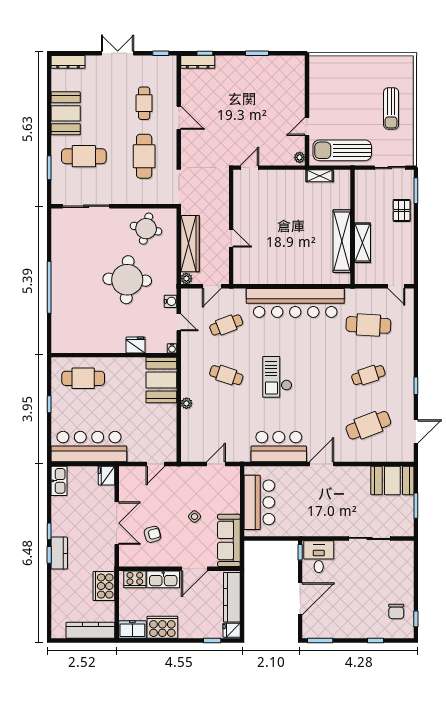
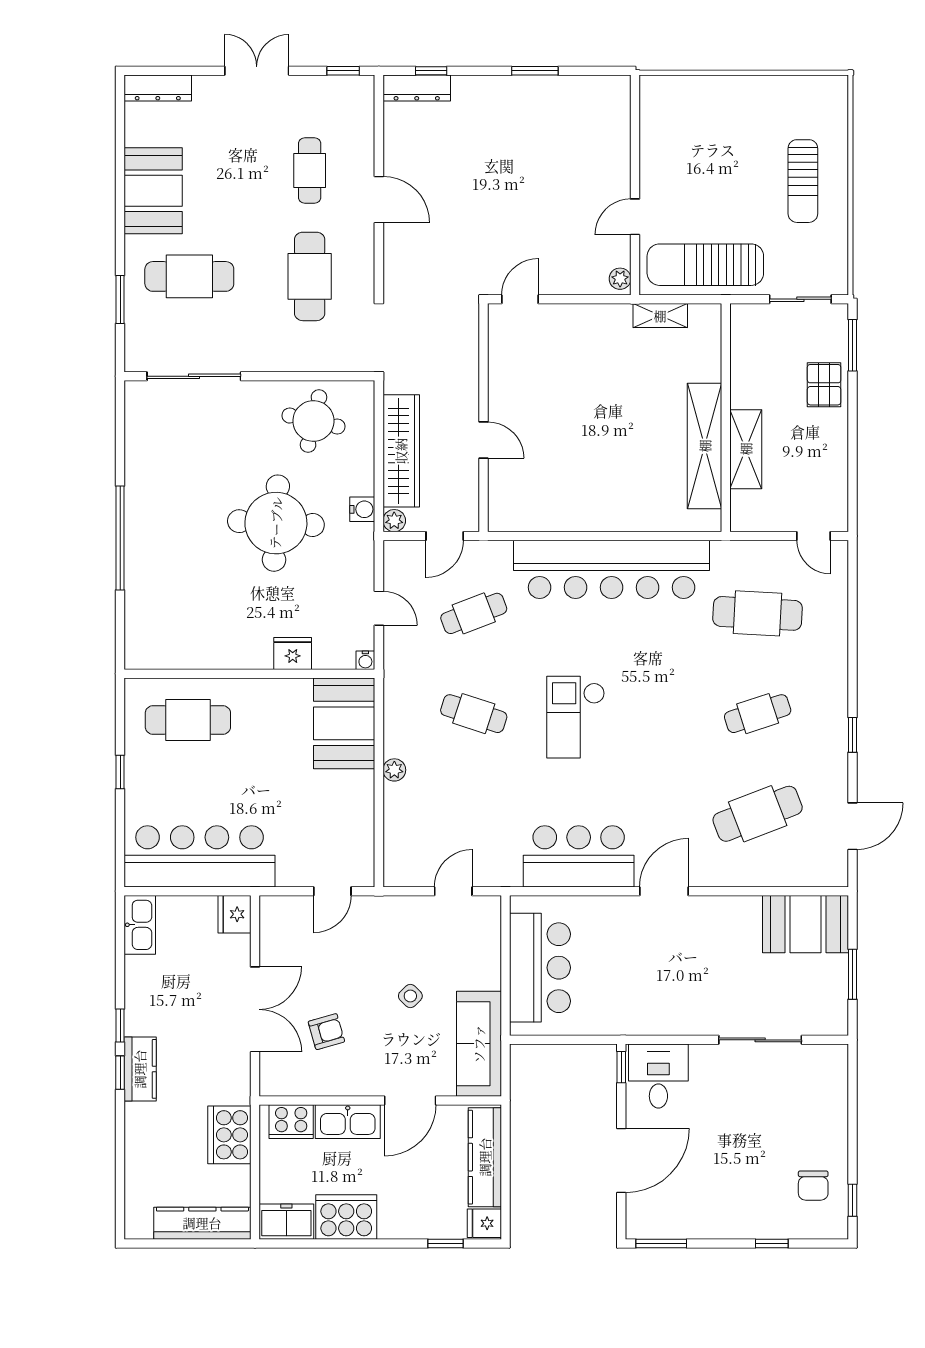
water cooler: (170, 301) -> (362, 509), moved

